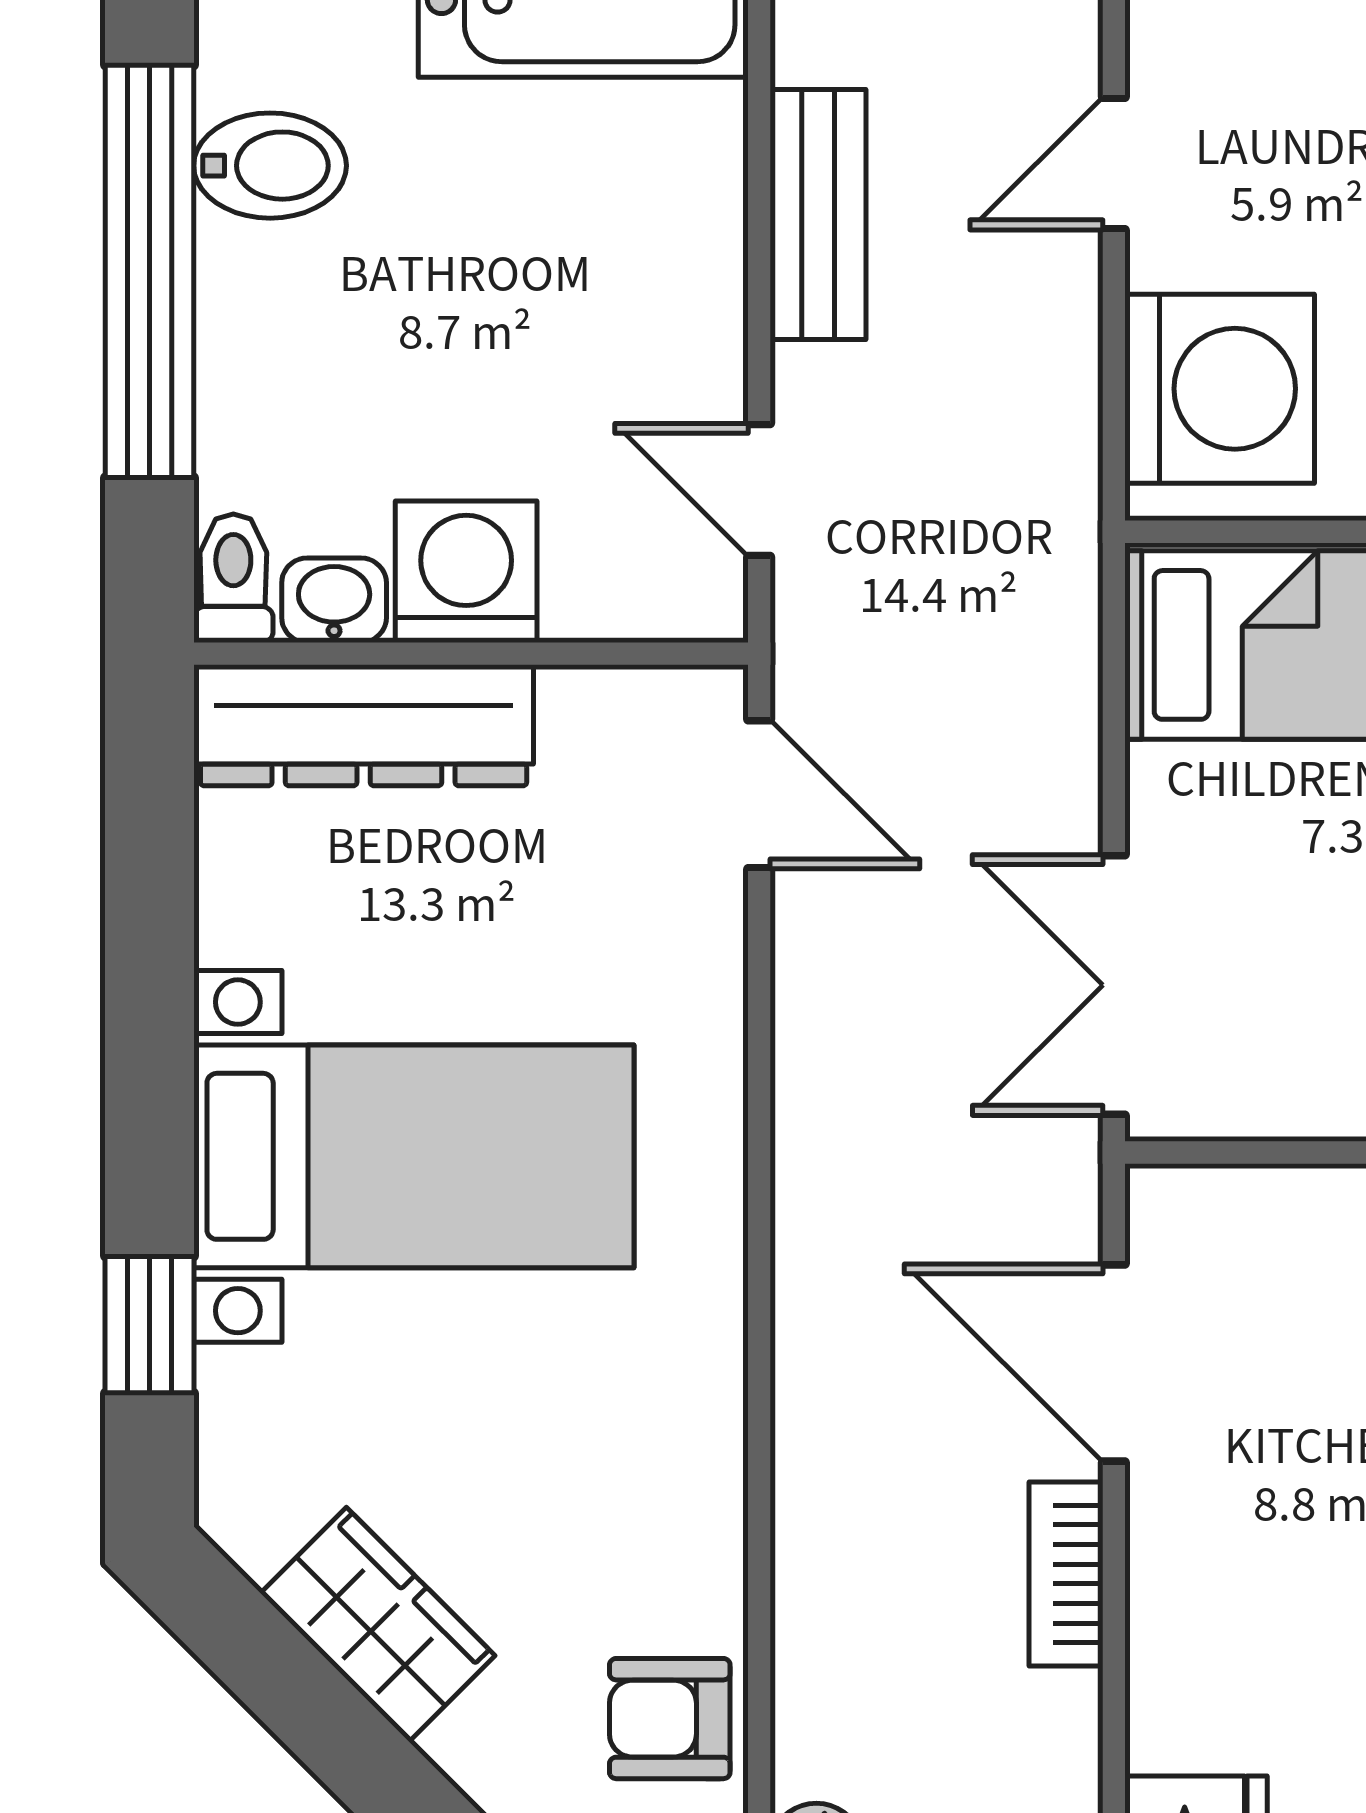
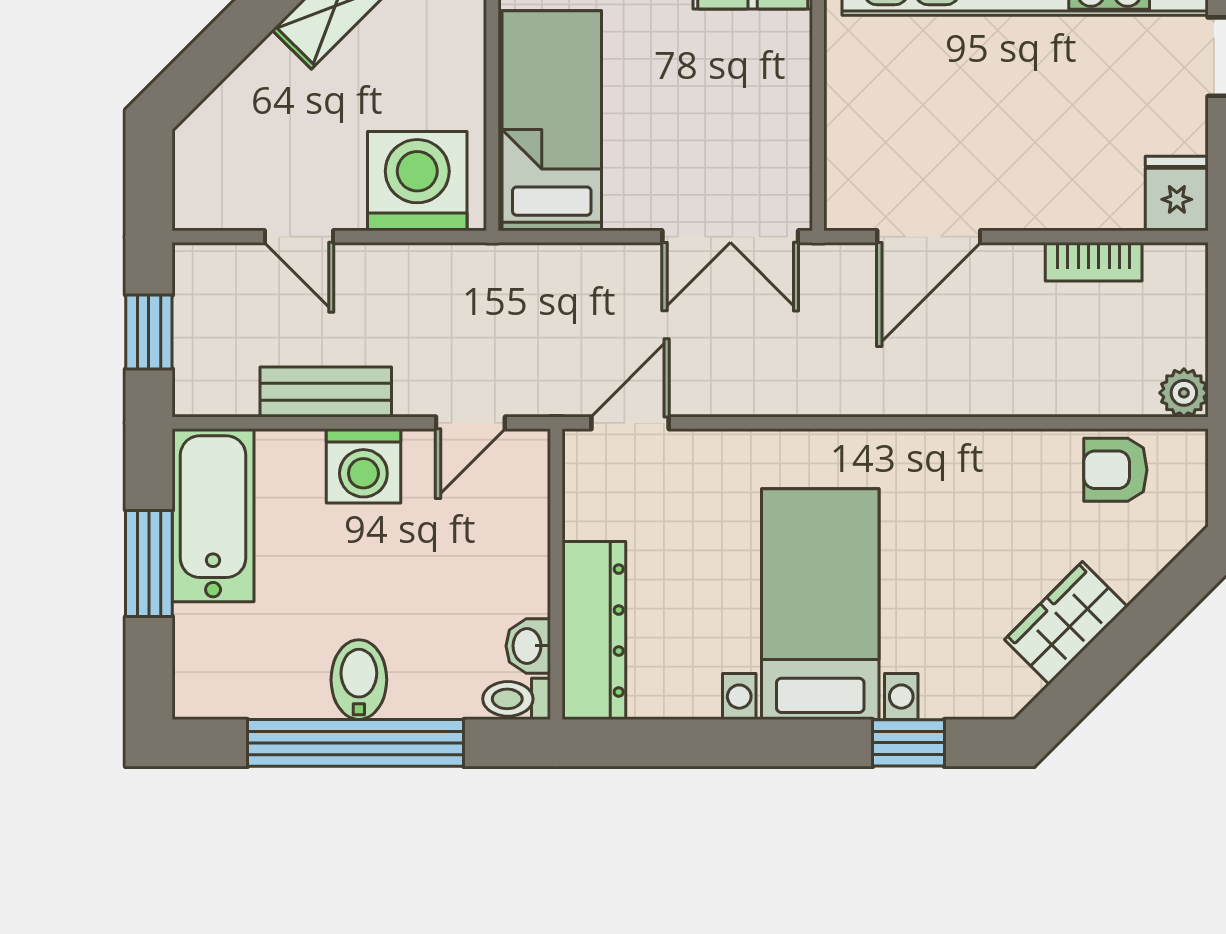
bidet: (270, 166) -> (359, 680), moved
washing machine: (466, 572) -> (363, 466), moved, turned -90
bookcase: (1066, 1574) -> (1094, 262), moved
armchair: (670, 1719) -> (1115, 470), turned 90

